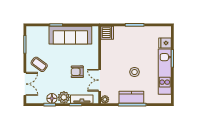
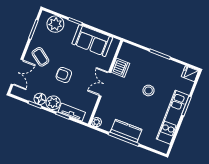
plant: (41, 33) -> (55, 24), added
dishwasher: (107, 33) -> (120, 68), moved
sofa: (70, 35) -> (92, 41), width x0.73
fridge: (165, 43) -> (190, 74), moved
armchair: (77, 72) -> (64, 75), moved
stool: (135, 72) -> (148, 90), moved
double door: (100, 80) -> (105, 84), moved

